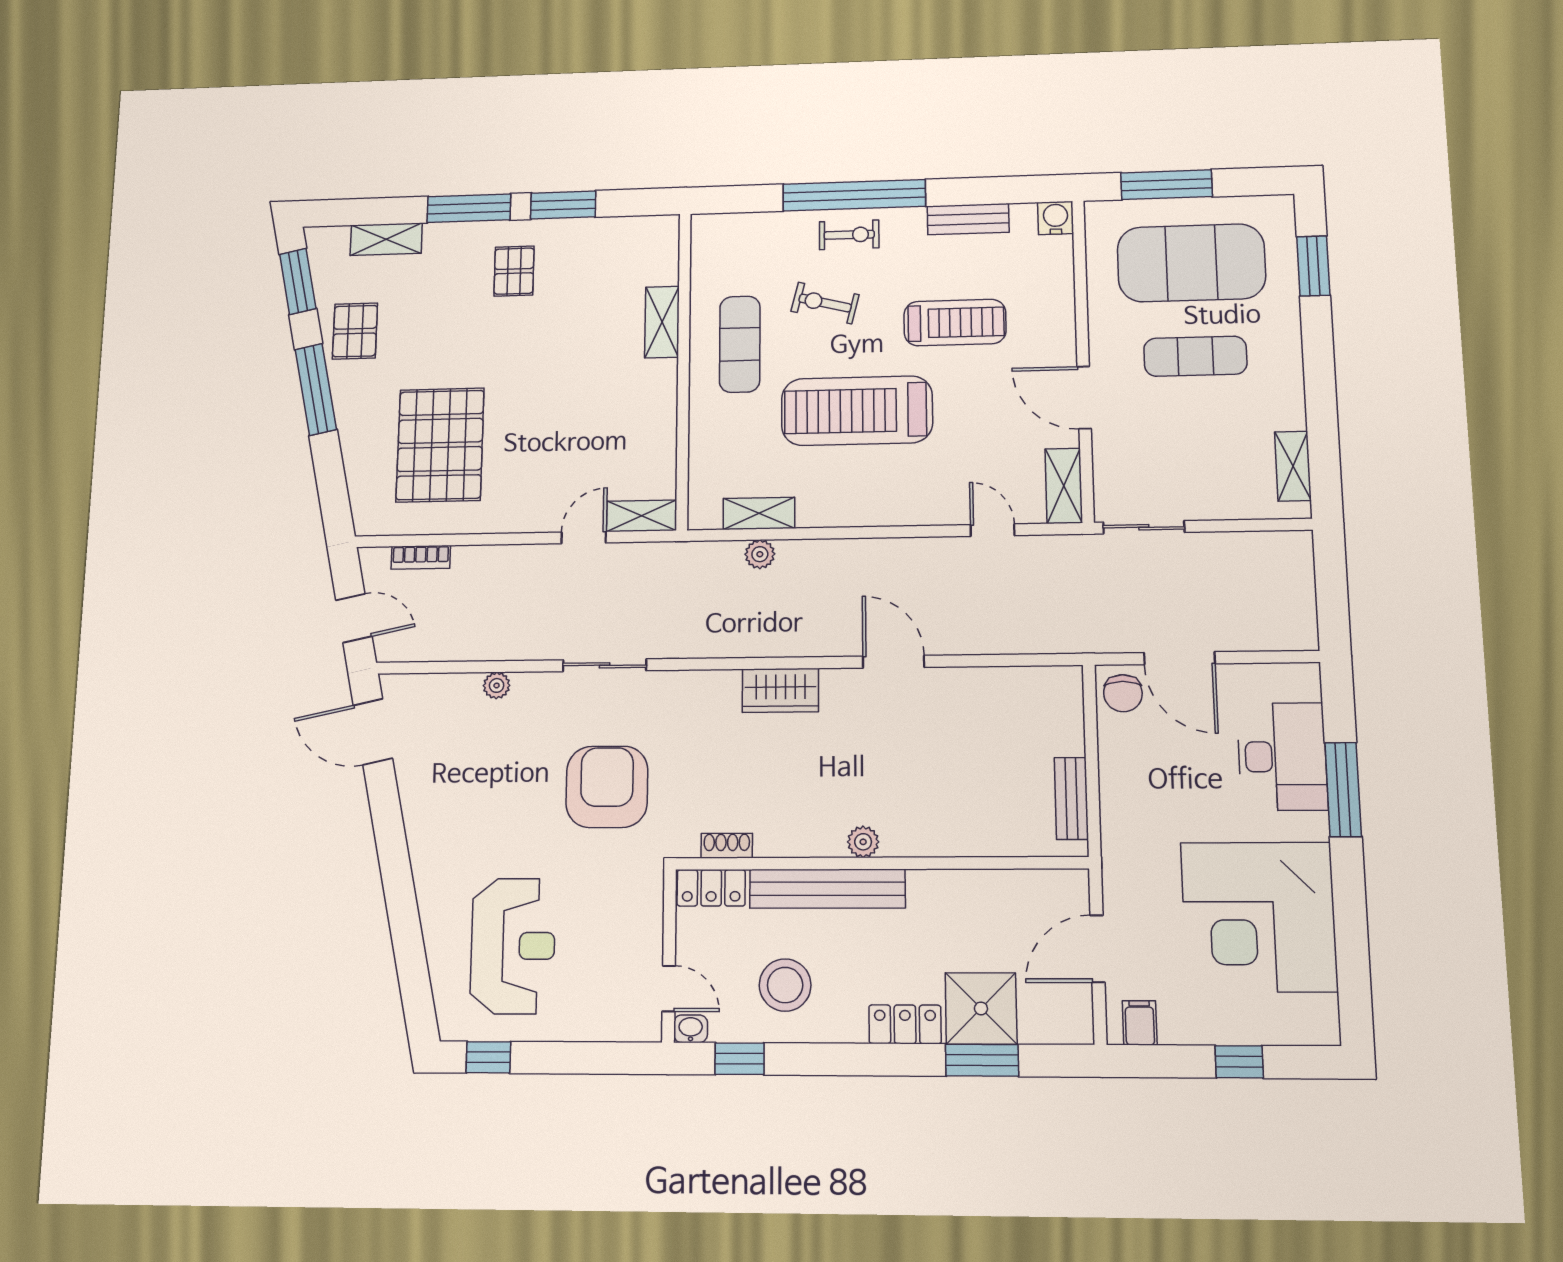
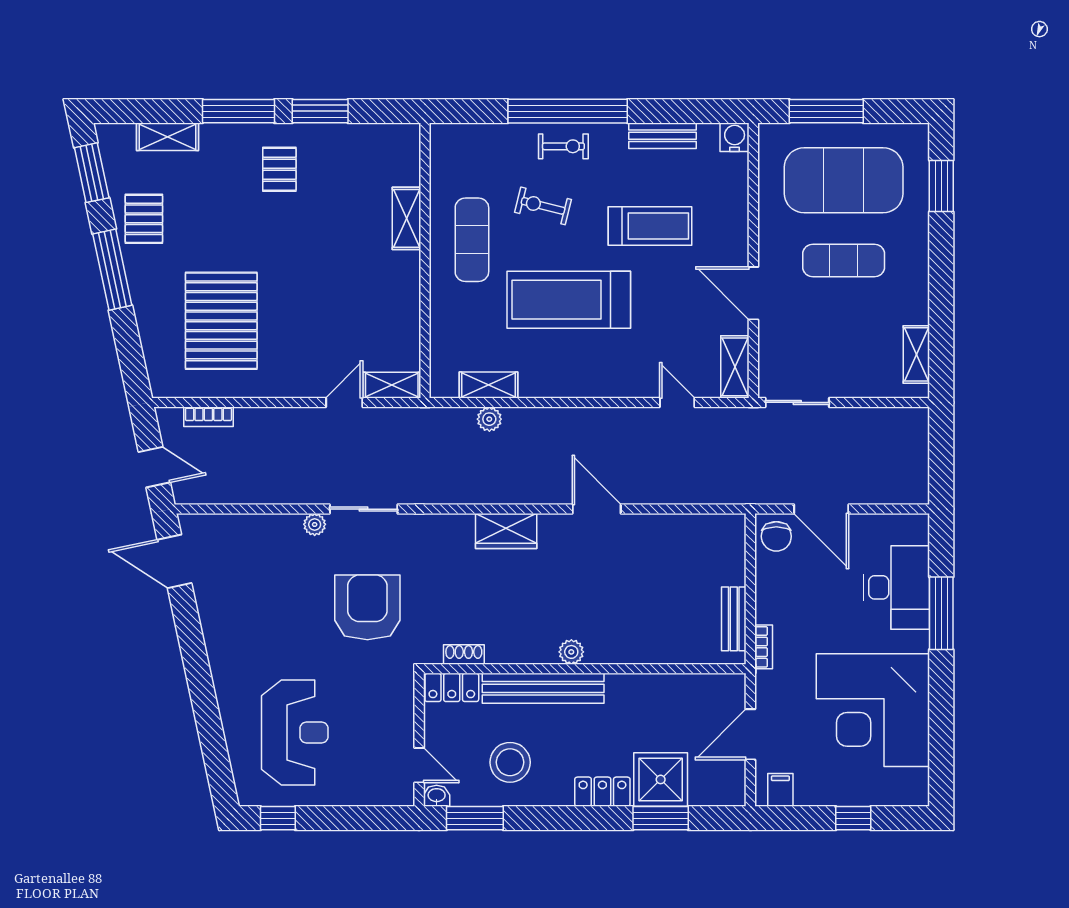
plant: (497, 685) -> (315, 524), moved
bookcase: (1111, 834) -> (764, 647), added
window: (740, 1059) -> (475, 818), width x1.50

